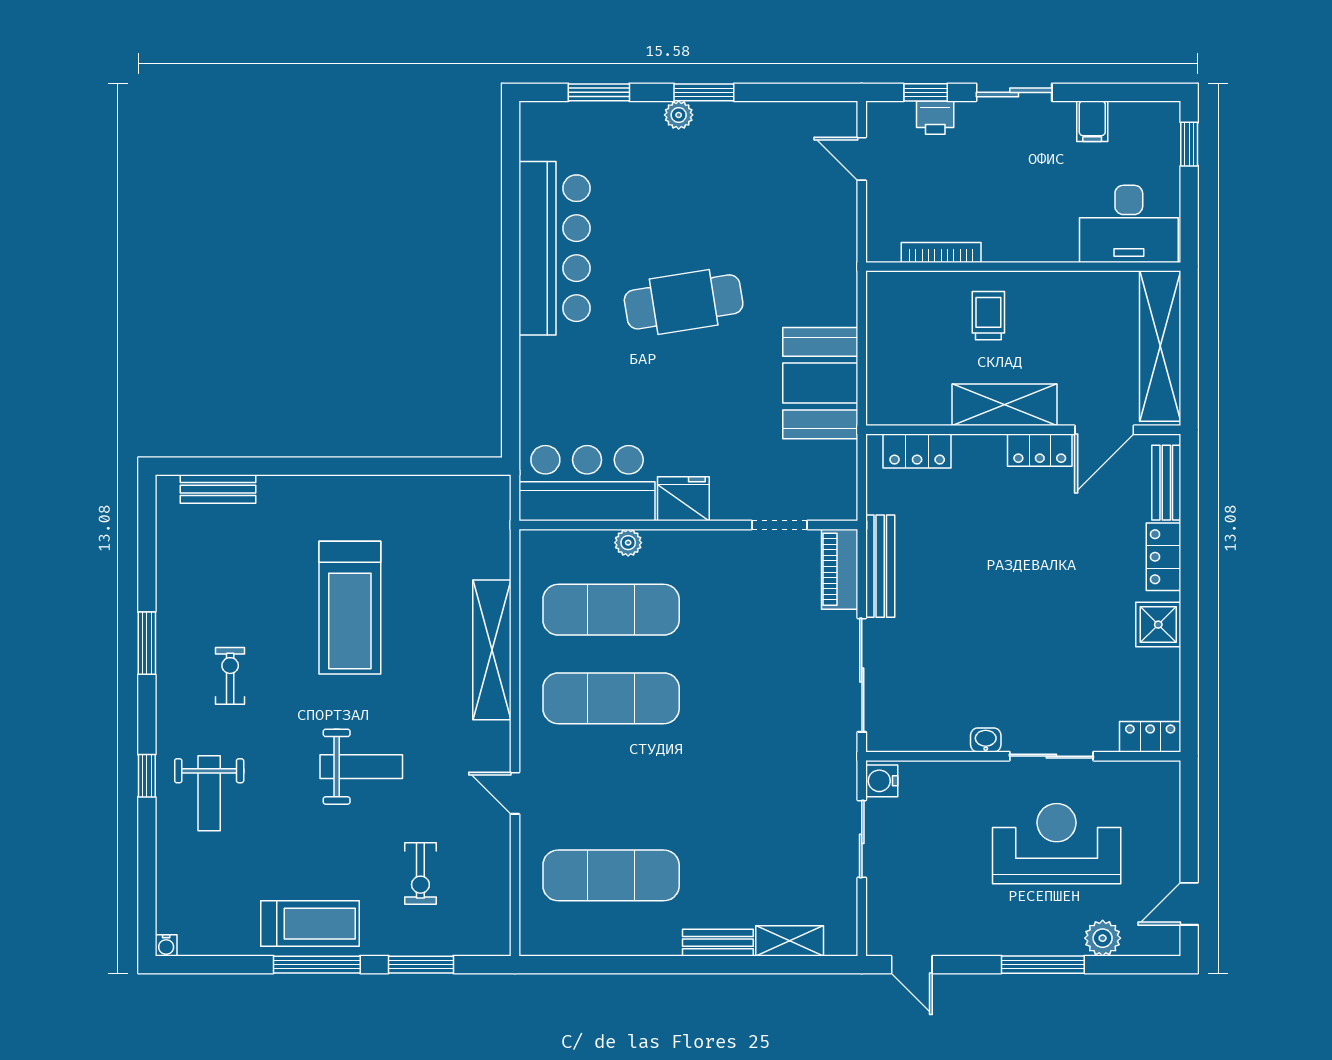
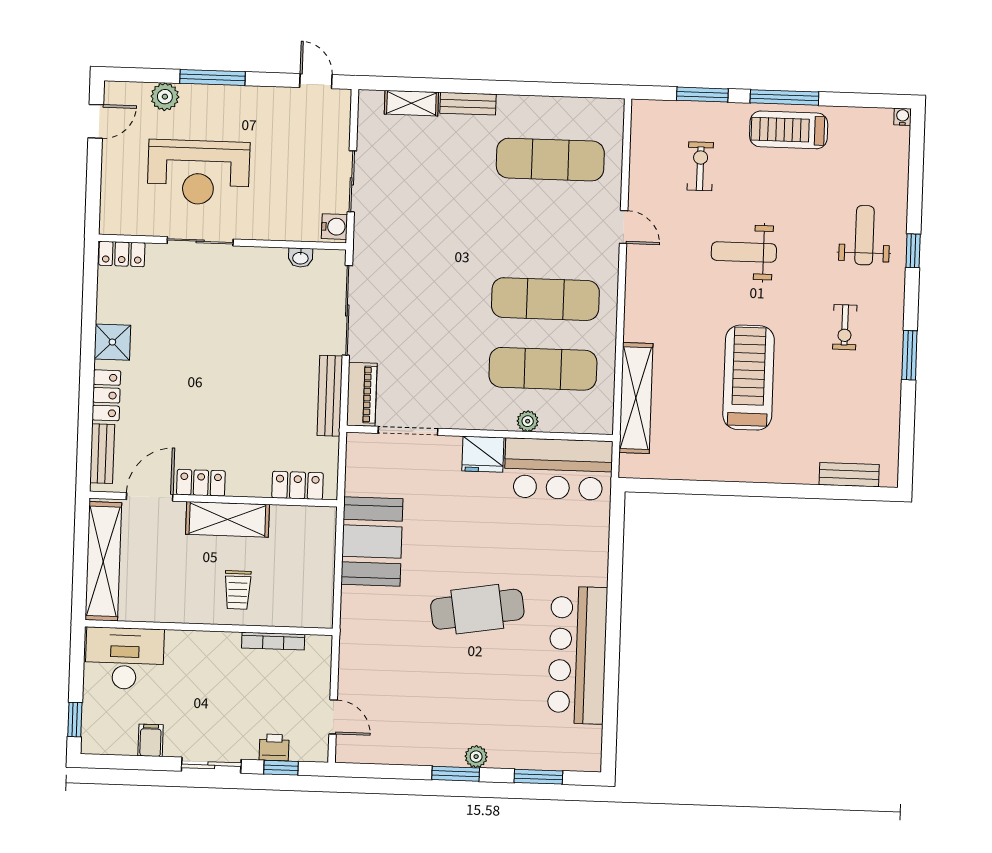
doorway: (779, 525) -> (408, 431), width x1.38
shelving: (492, 650) -> (636, 398), moved
washbasin: (986, 740) -> (300, 258), moved

